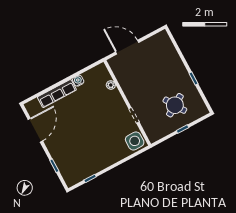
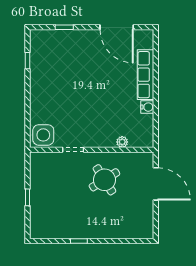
door: (127, 47) -> (156, 184), hinge flipped
round table: (175, 105) -> (104, 180), moved

